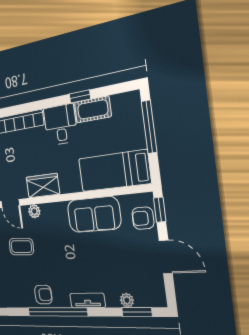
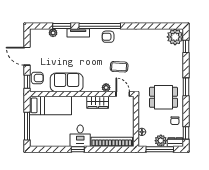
window: (80, 96) -> (78, 149), moved
cot: (93, 109) -> (59, 141), removed
window: (137, 312) -> (62, 26), moved

